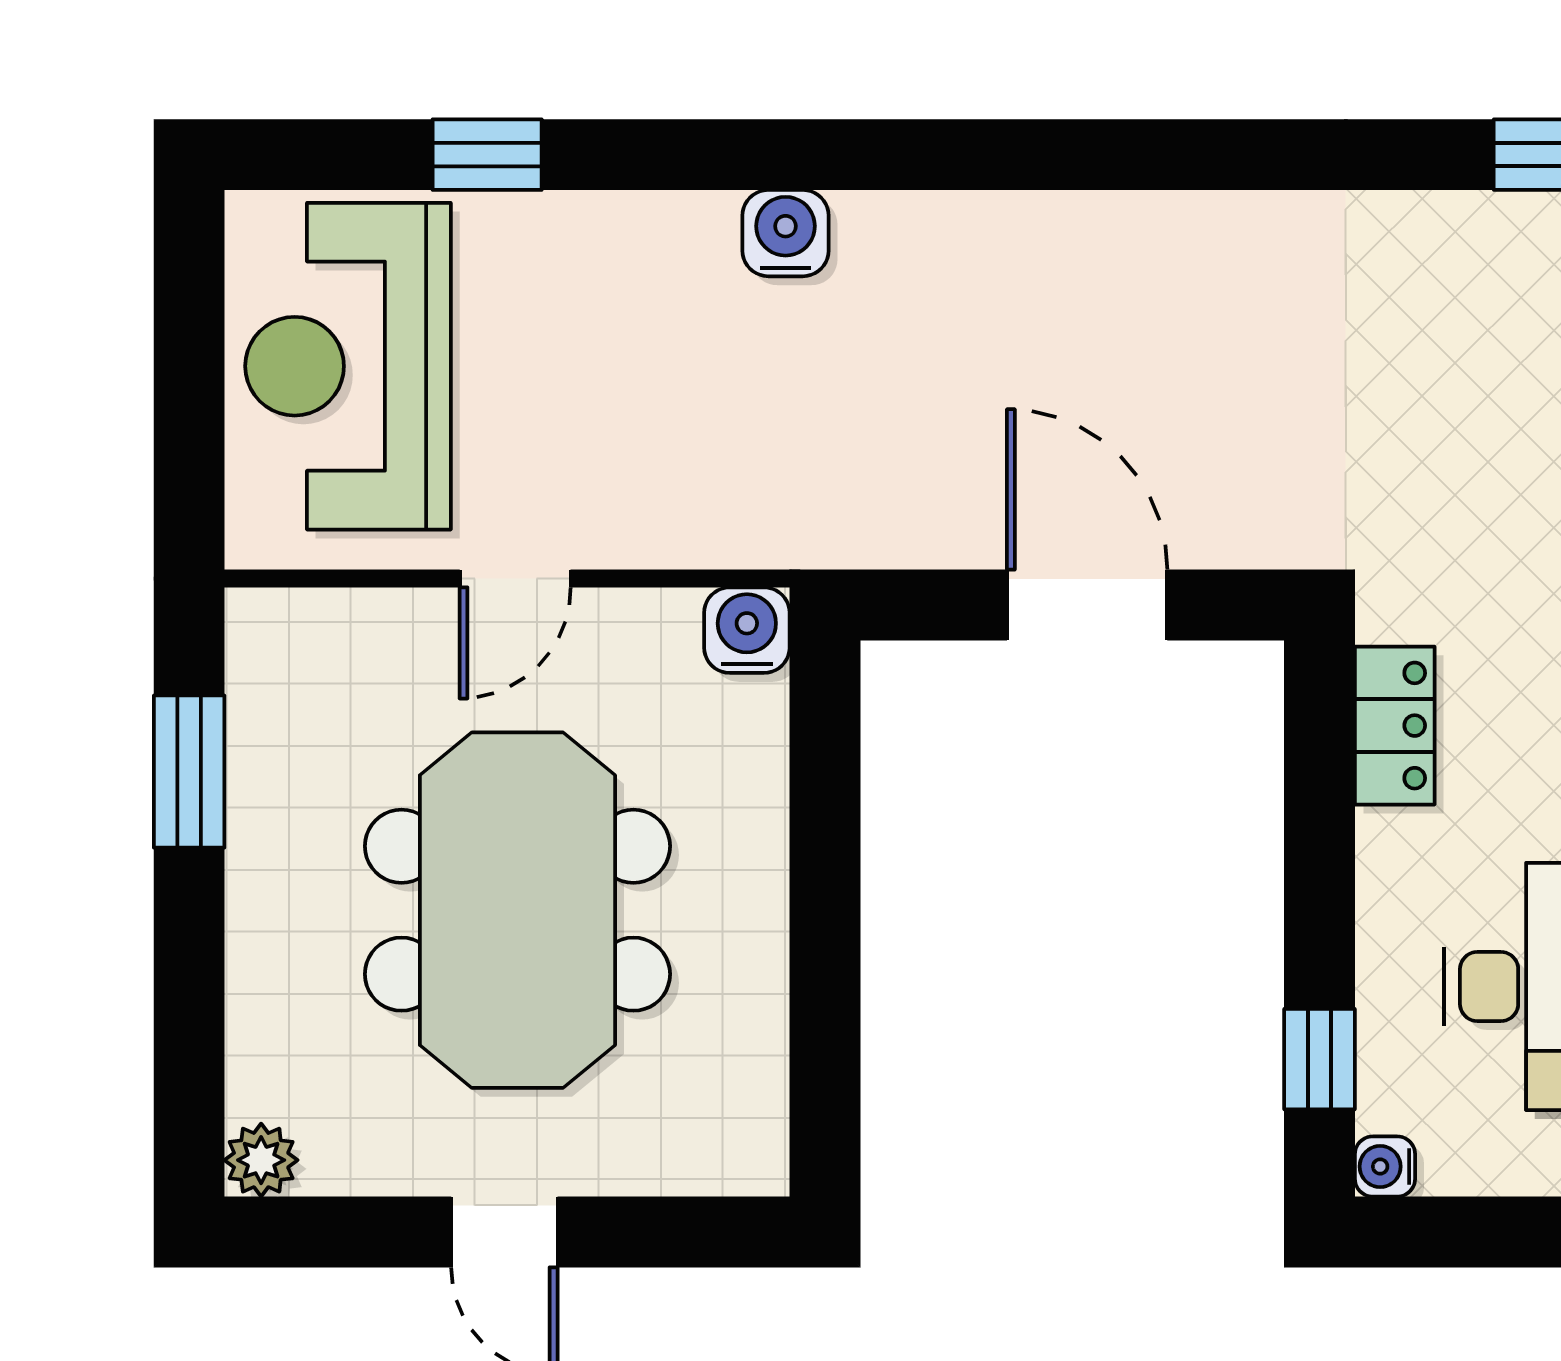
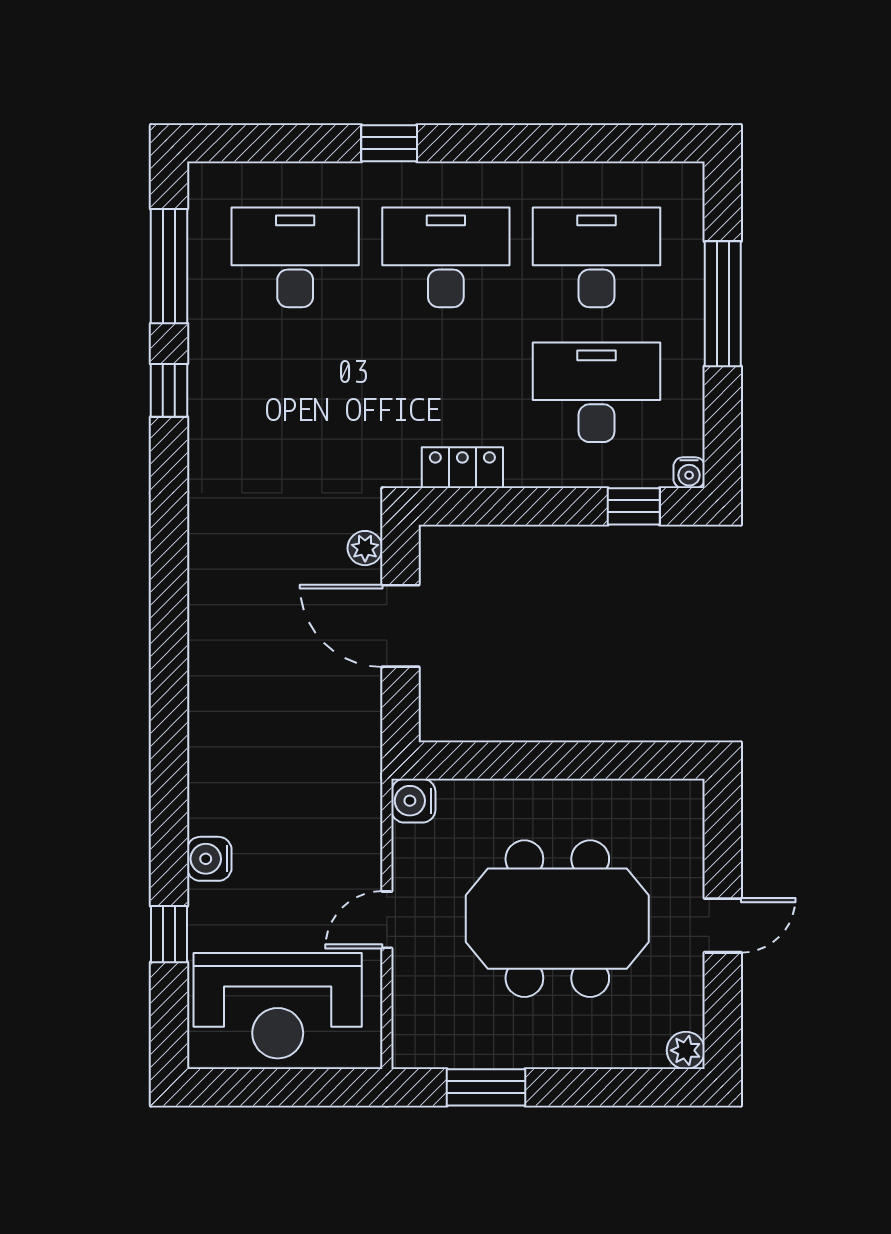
water cooler: (786, 233) -> (209, 859), moved
plant: (1238, 536) -> (365, 548), added
door: (515, 579) -> (387, 920), swing flipped
door: (1087, 605) -> (400, 626), hinge flipped

